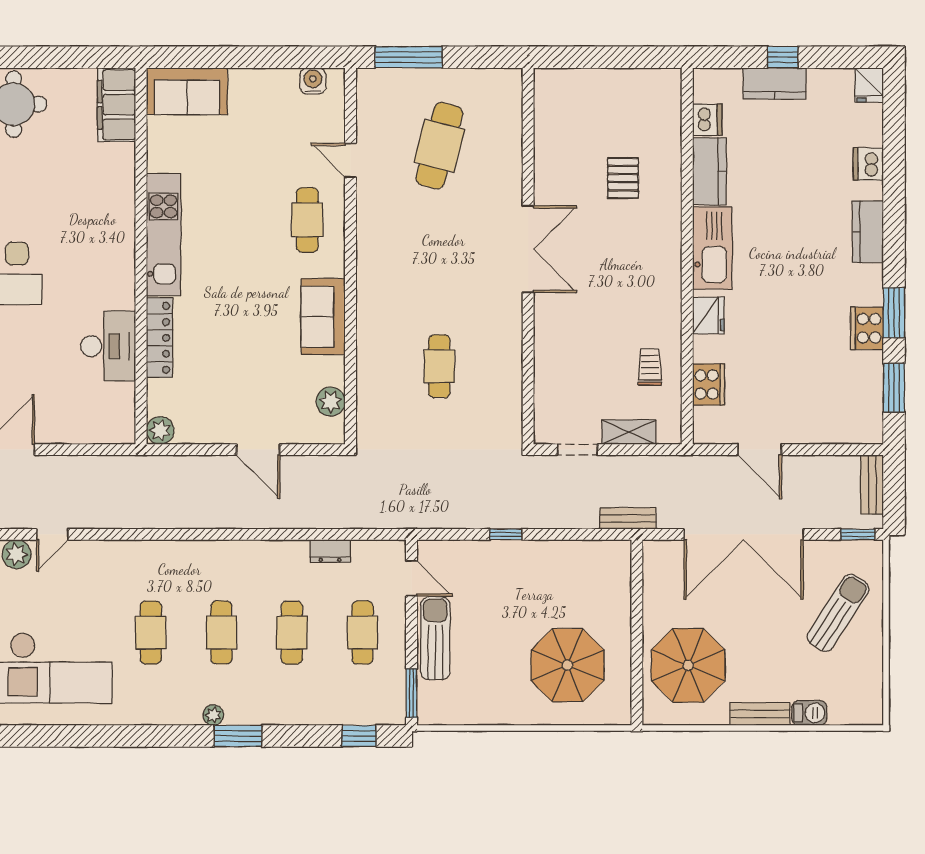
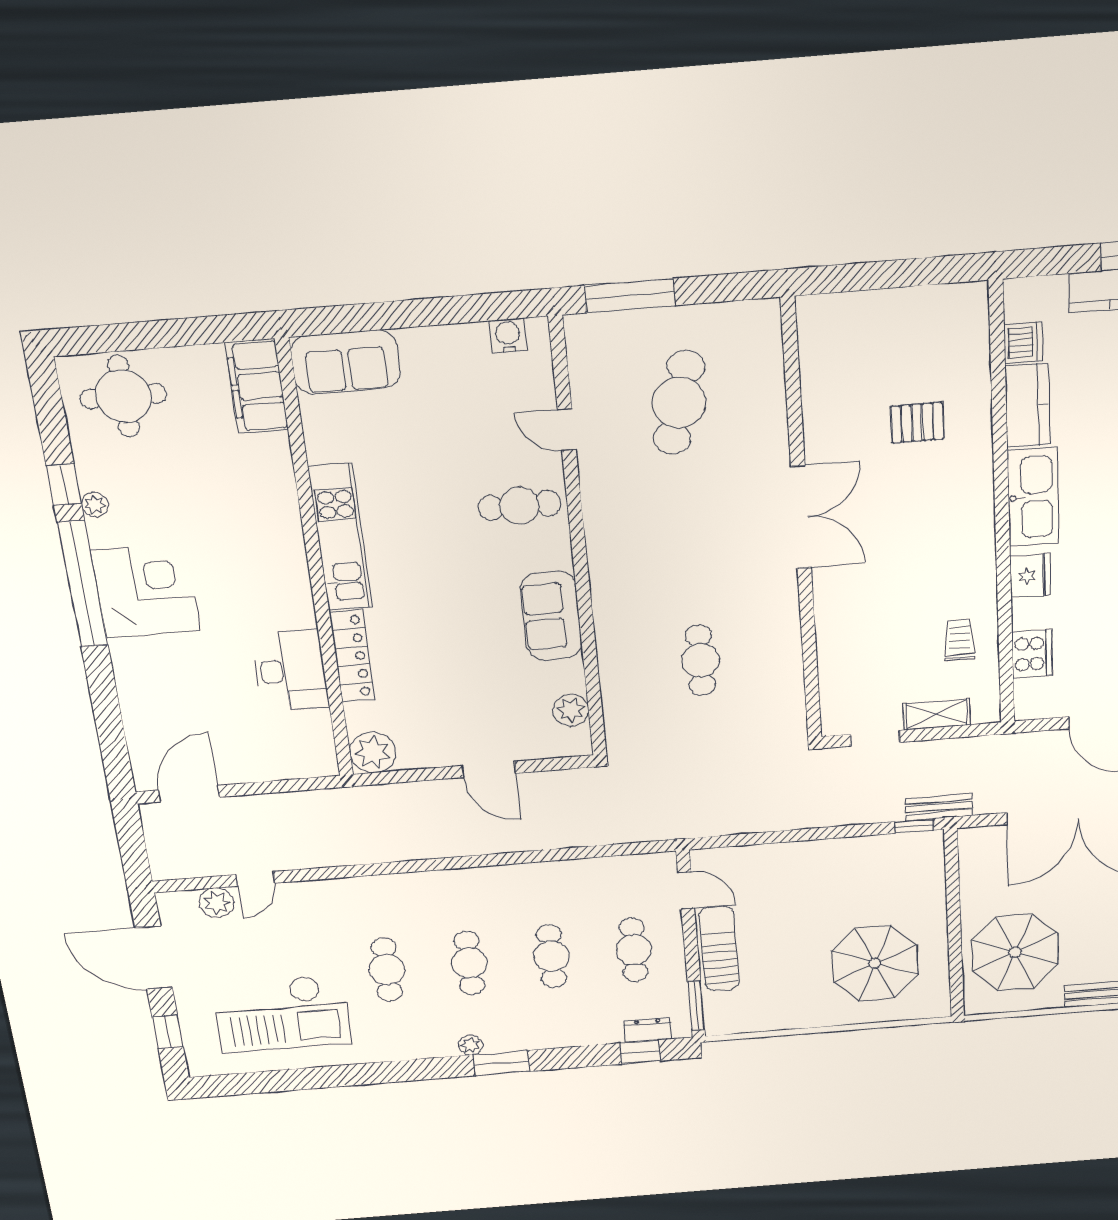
pallet: (623, 178) -> (917, 423), turned 90
cafe table: (307, 220) -> (519, 505), turned 90
plant: (160, 430) -> (373, 752), width x1.36, depth x1.36
window: (506, 534) -> (914, 826), moved
dresser: (330, 551) -> (648, 1030), moved, turned 180

